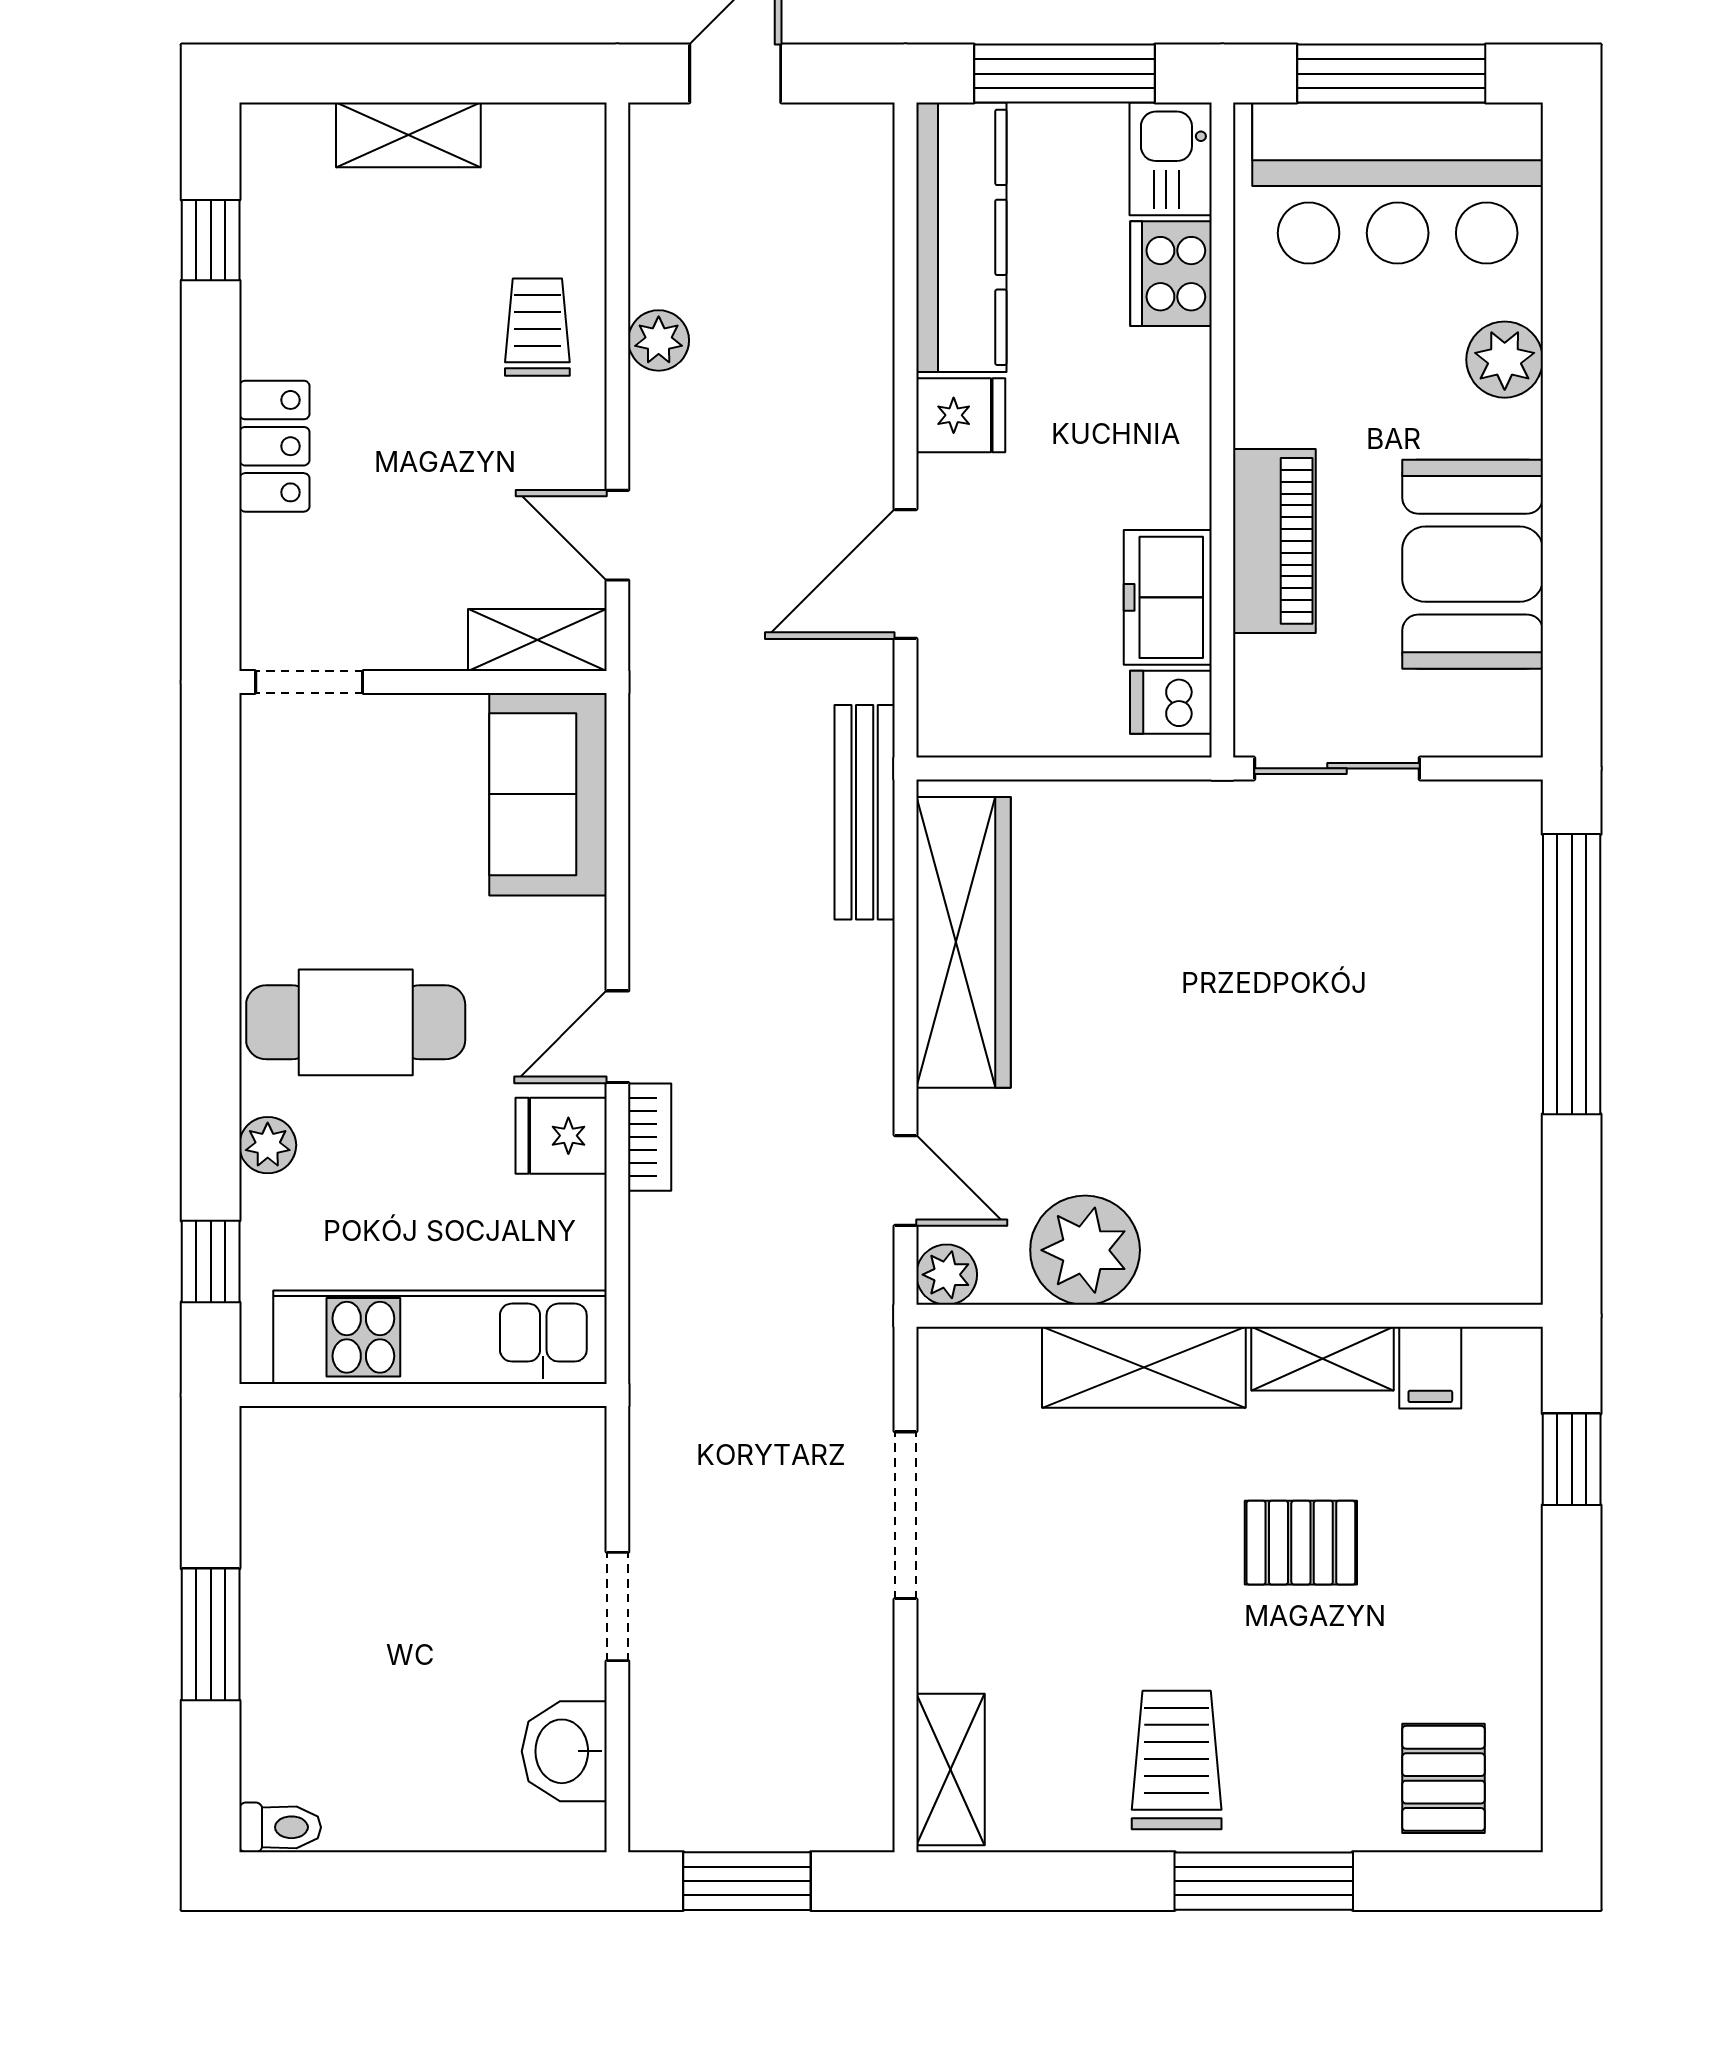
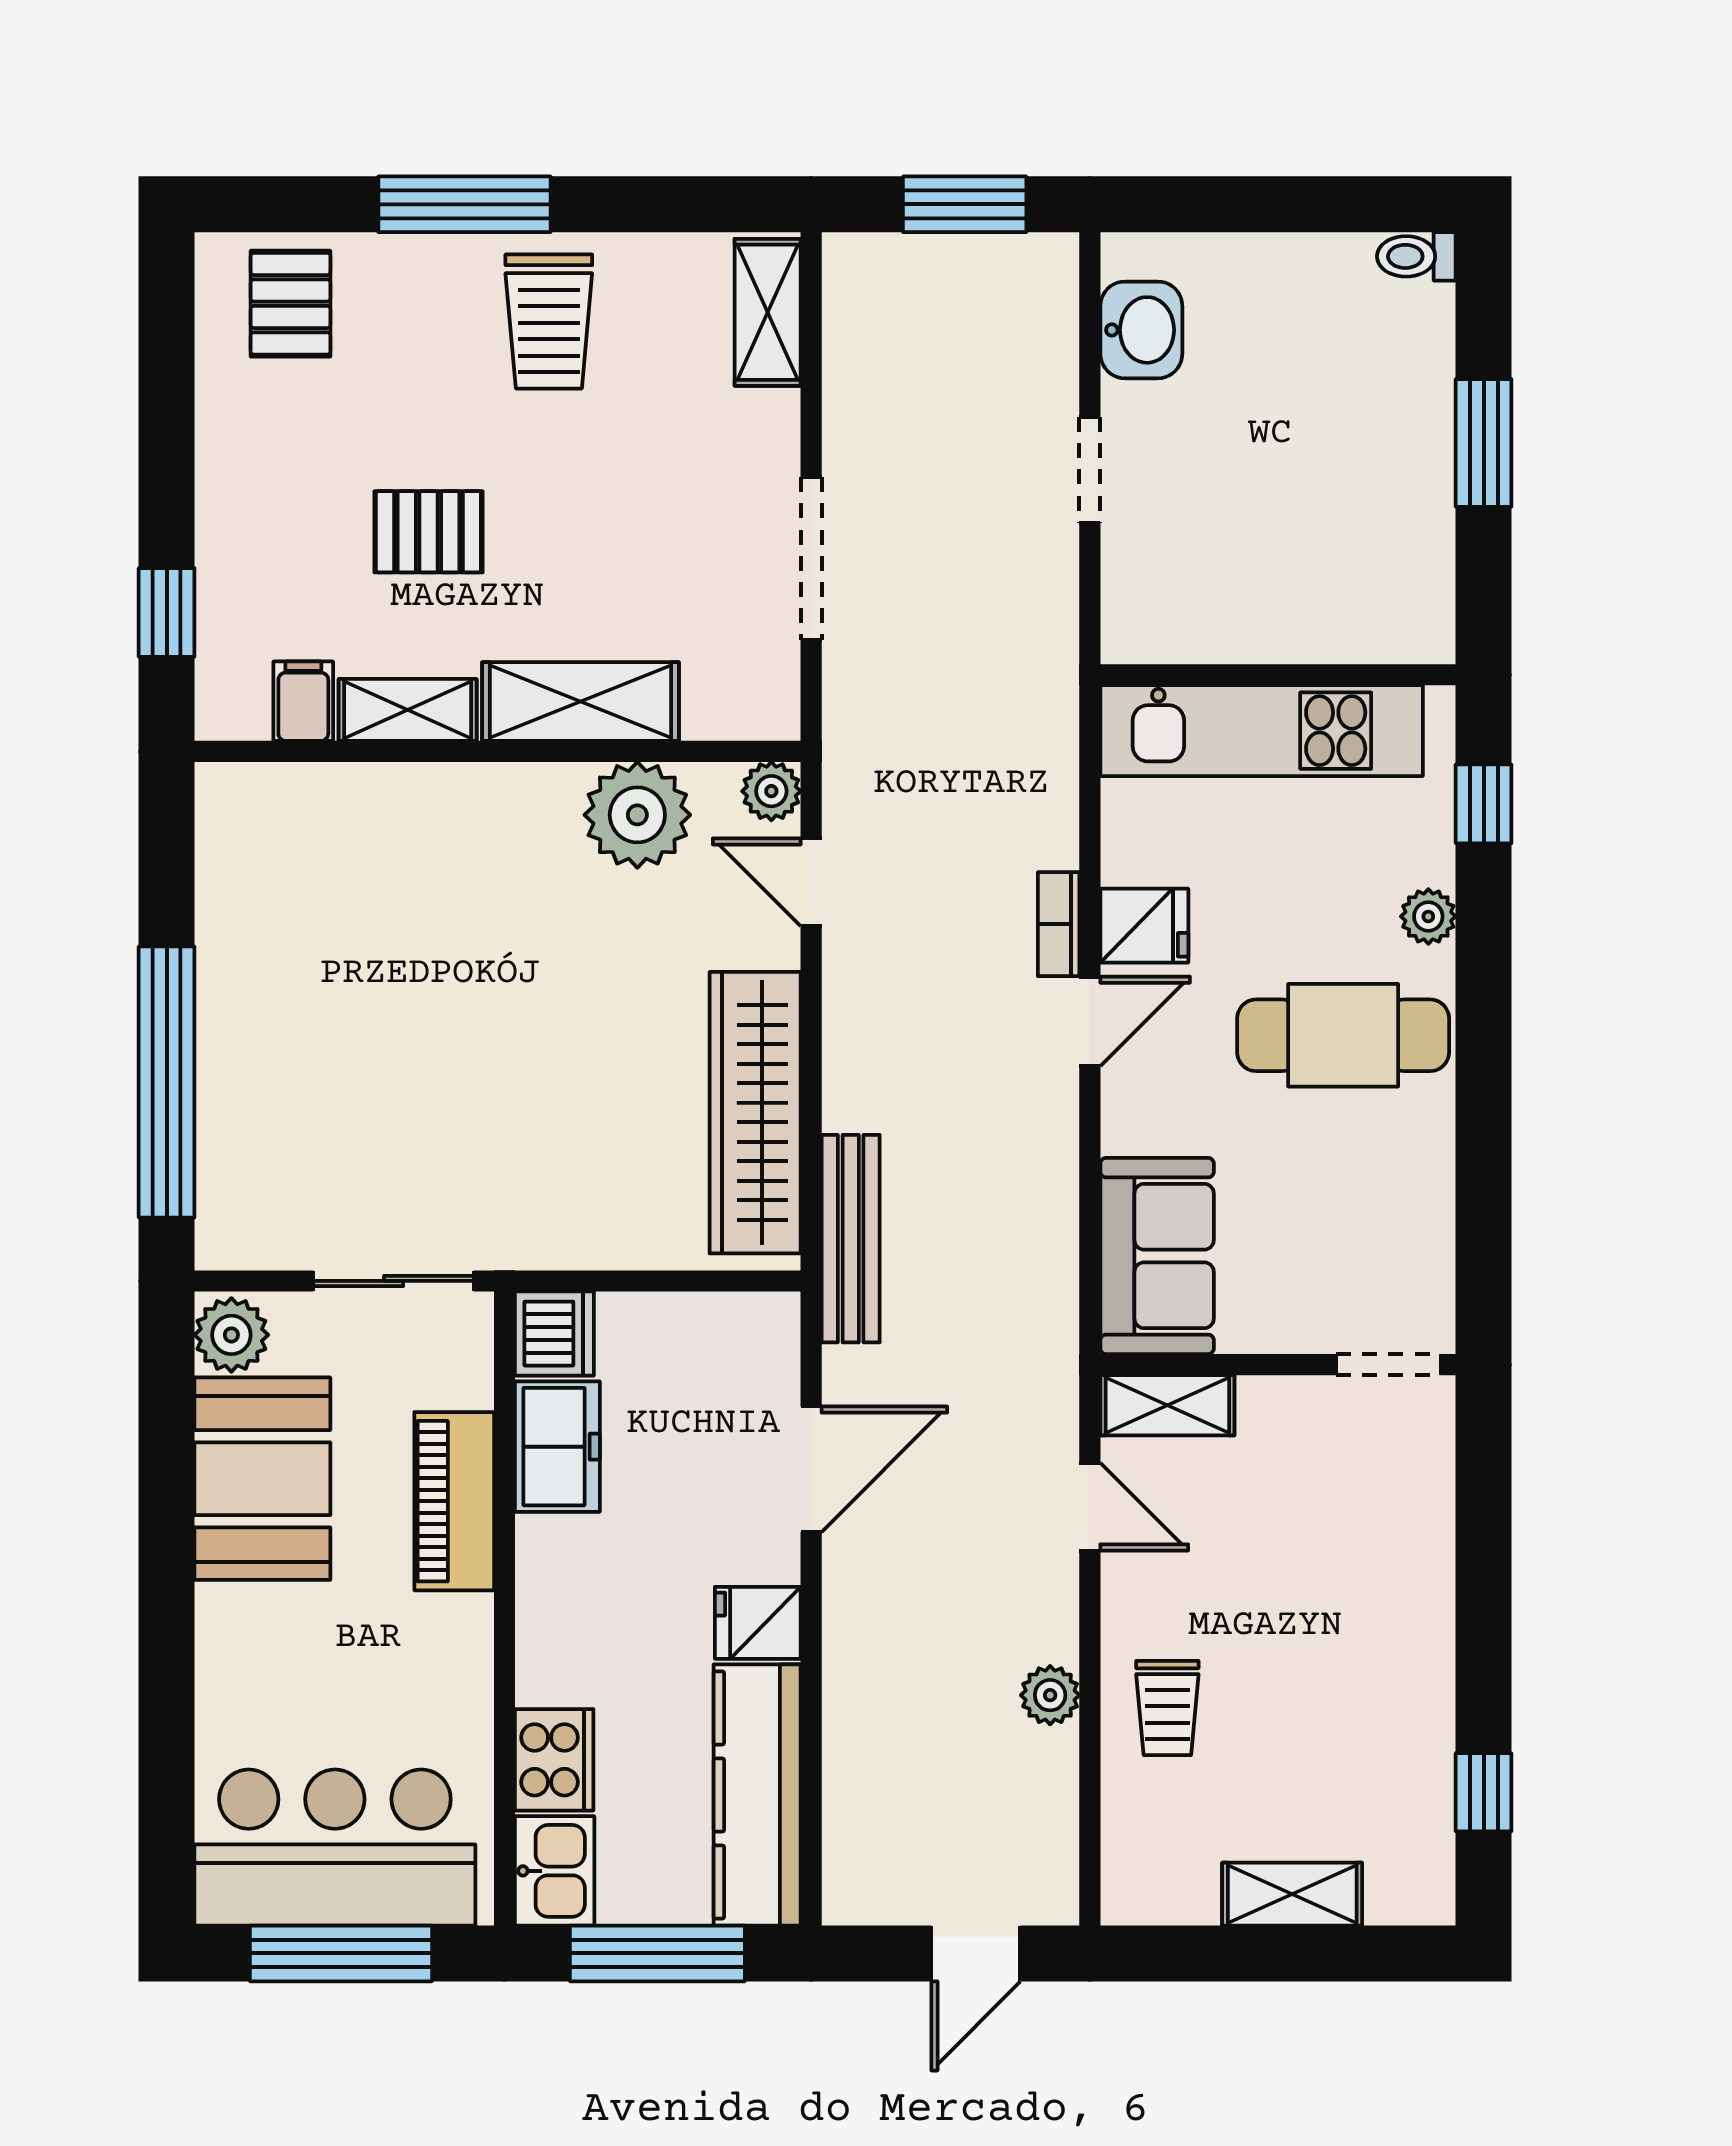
plant: (1505, 360) -> (231, 1335), moved
locker: (274, 446) -> (1422, 1593), removed
dishwasher: (1171, 702) -> (554, 1334), width x1.38

